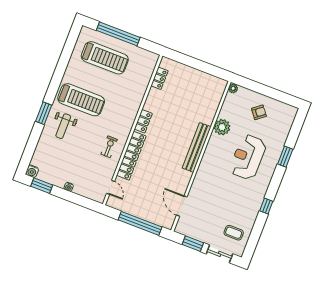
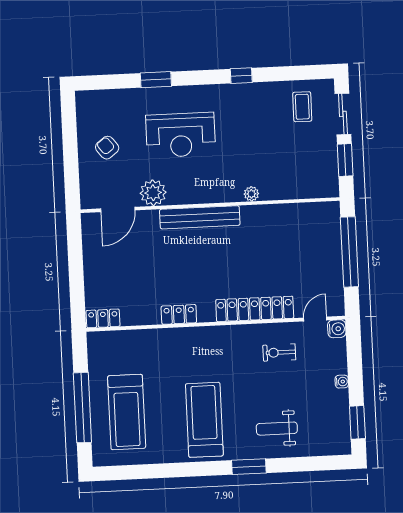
treadmill: (105, 58) -> (127, 412), turned 180
locker: (159, 78) -> (103, 318), moved
plant: (233, 88) -> (251, 194), moved
locker: (143, 121) -> (179, 314), moved
weight bench: (63, 126) -> (277, 429), moved, turned 180
exercise bike: (109, 147) -> (279, 352), moved
water cooler: (32, 171) -> (337, 329), moved
door: (182, 206) -> (118, 209), moved

